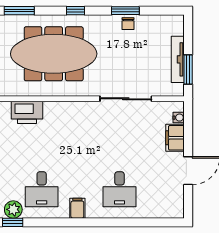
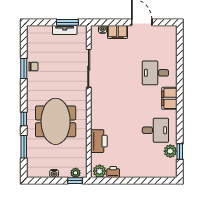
window: (75, 11) -> (24, 119), moved
meeting table: (54, 54) -> (56, 121), width x0.73
tv unit: (178, 59) -> (65, 30), width x0.71
desk: (120, 189) -> (155, 73), turned 180
filing cabinet: (77, 208) -> (169, 98), width x2.00

